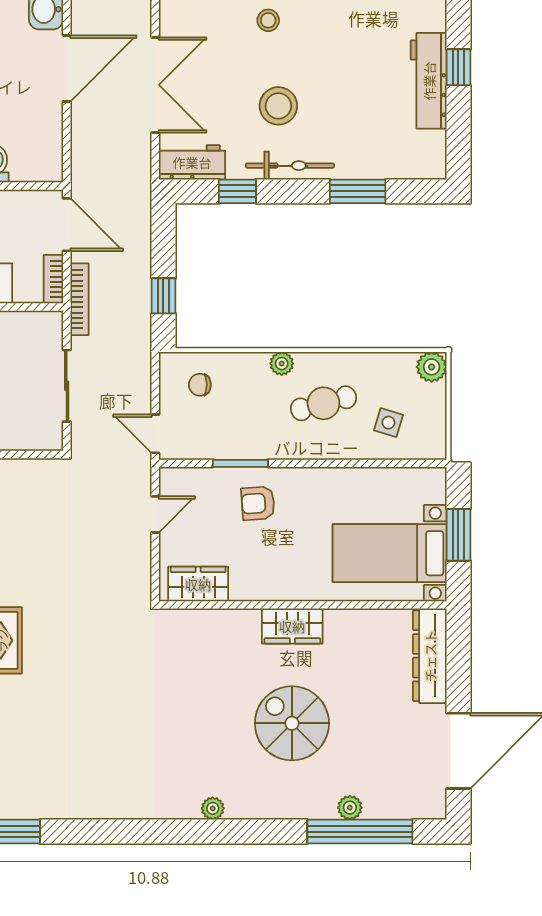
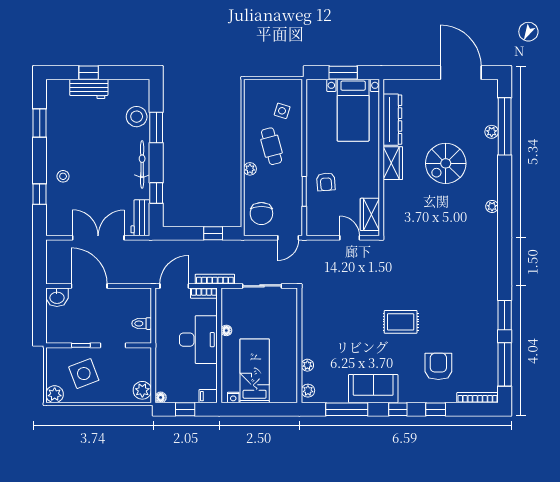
workbench: (429, 81) -> (89, 89), width x0.73
stool: (278, 106) -> (137, 117), moved
plant: (432, 367) -> (252, 87), removed
chair: (200, 385) -> (261, 213), width x1.87, depth x1.87
door: (155, 514) -> (350, 238), moved
dresser: (430, 656) -> (392, 120), moved, turned -90

